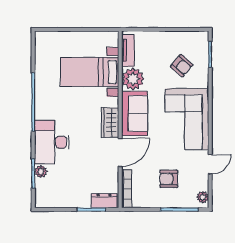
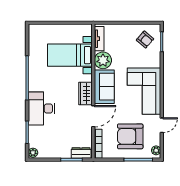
armchair: (182, 66) -> (145, 39), moved
plant: (41, 171) -> (33, 153), moved
armchair: (169, 179) -> (130, 136), width x1.88, depth x1.88

